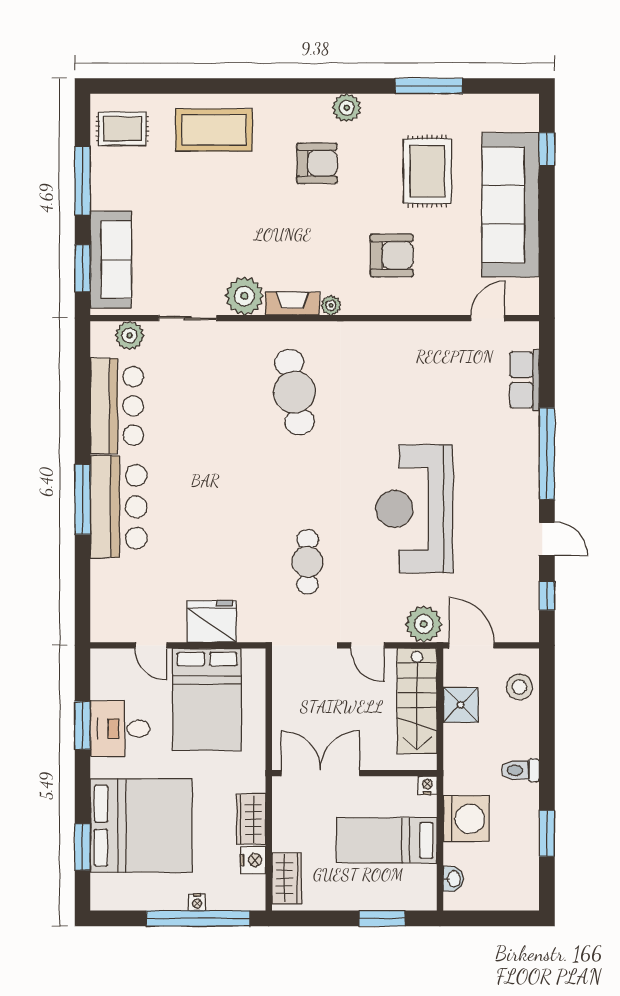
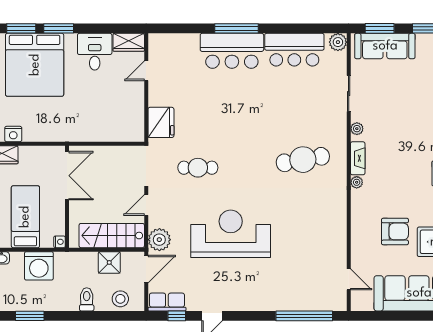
armchair: (392, 255) -> (395, 231), moved, turned -90
plant: (244, 296) -> (357, 129), width x0.53, depth x0.53
plant: (130, 335) -> (338, 42), moved
row of seats: (525, 380) -> (167, 302), moved
window: (547, 454) -> (304, 316), moved
fridge: (212, 622) -> (161, 122), moved
bed: (207, 700) -> (113, 106), removed
window: (83, 725) -> (59, 28), moved
toilet: (520, 770) -> (87, 299), moved
wardrobe: (251, 819) -> (129, 42), moved, turned 180

